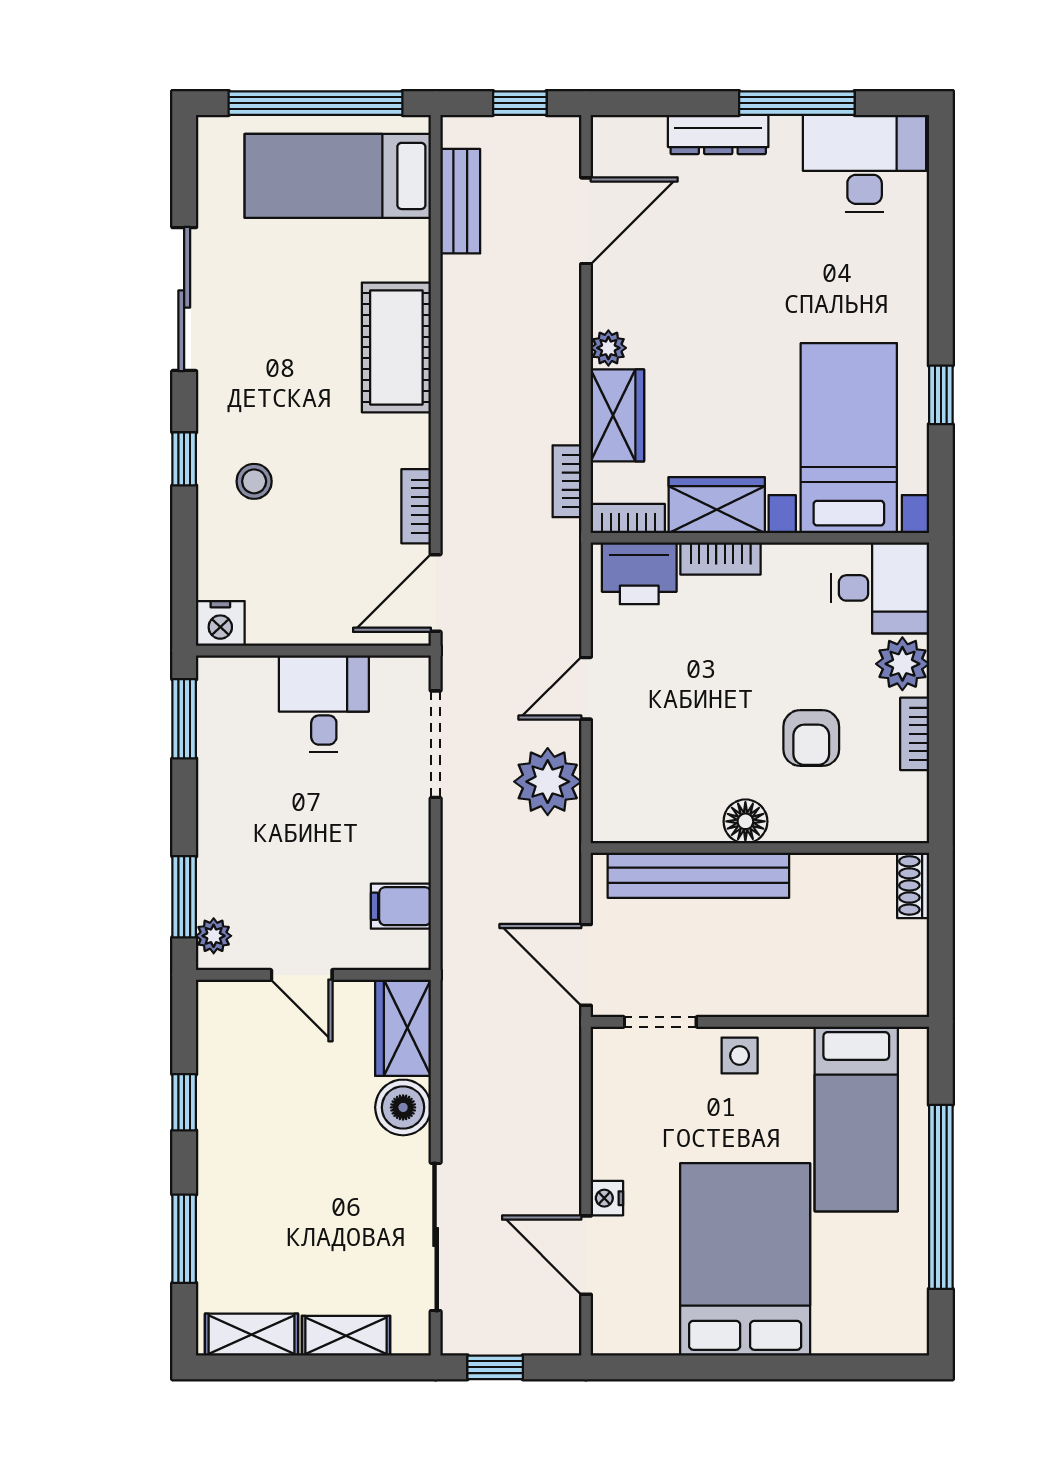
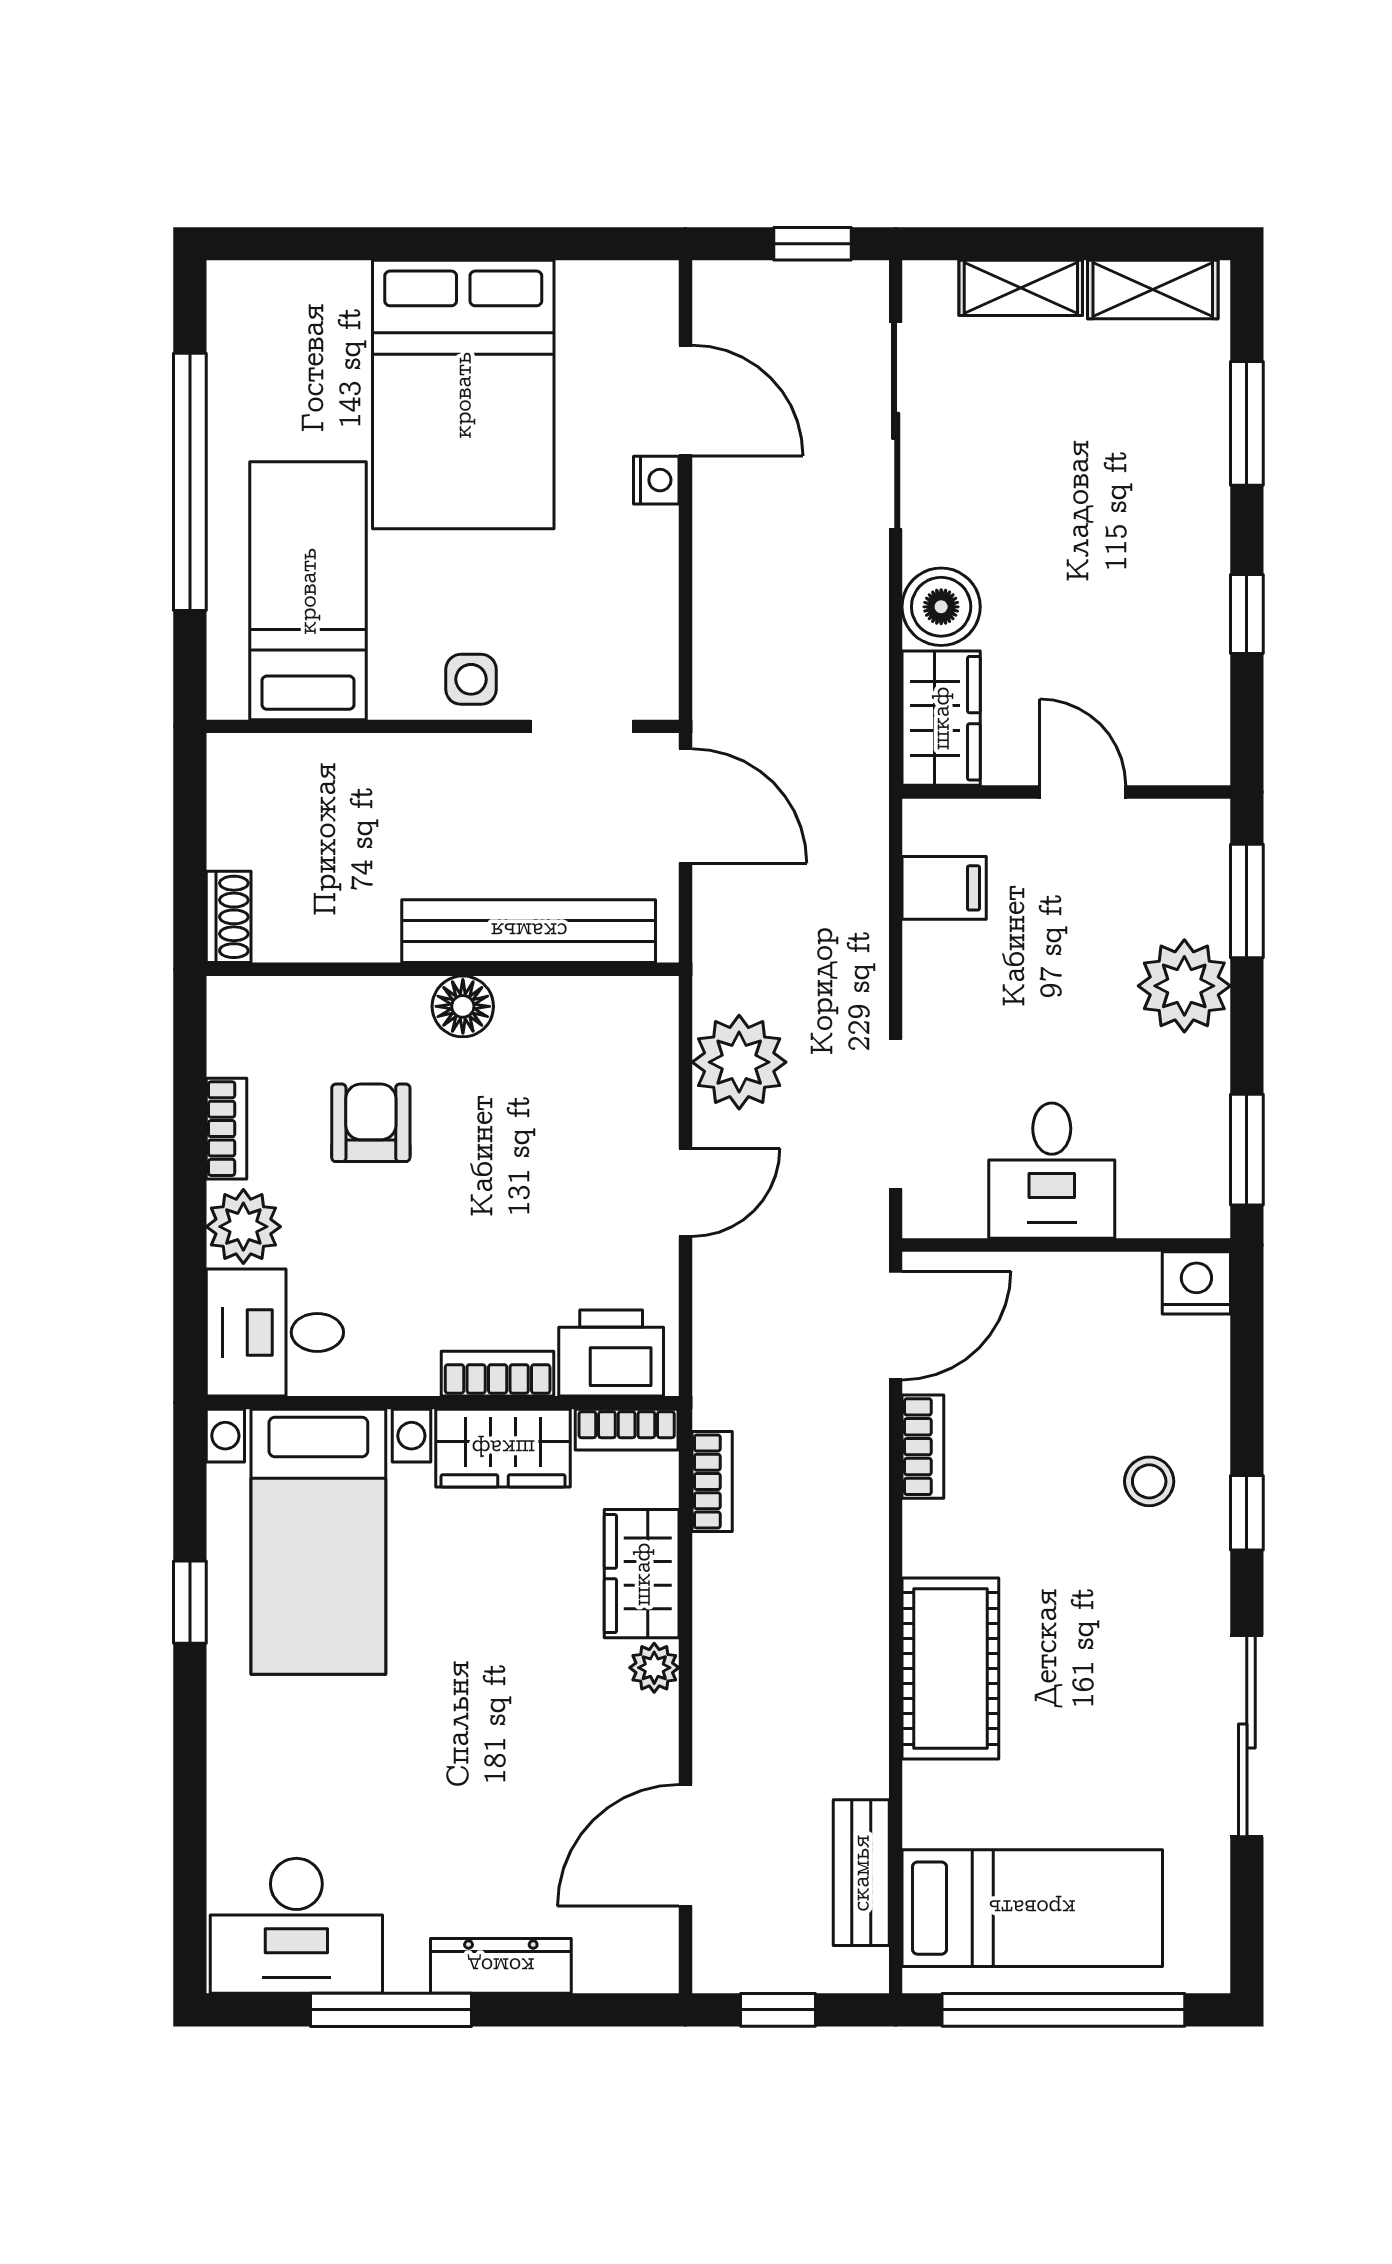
plant: (214, 936) -> (1184, 986), moved, width x1.88, depth x1.88

